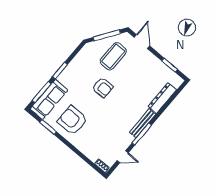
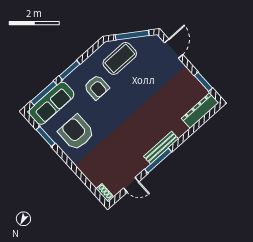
coffee table: (113, 56) -> (120, 58), moved
armchair: (103, 87) -> (97, 87), moved
dresser: (162, 98) -> (200, 111), moved

